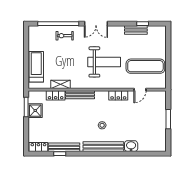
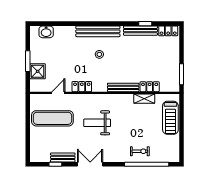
double door: (96, 24) -> (90, 164), moved
weight bench: (104, 62) -> (97, 123), width x0.73, depth x0.75
shower: (35, 111) -> (38, 71), moved
washbasin: (131, 146) -> (46, 32), moved

